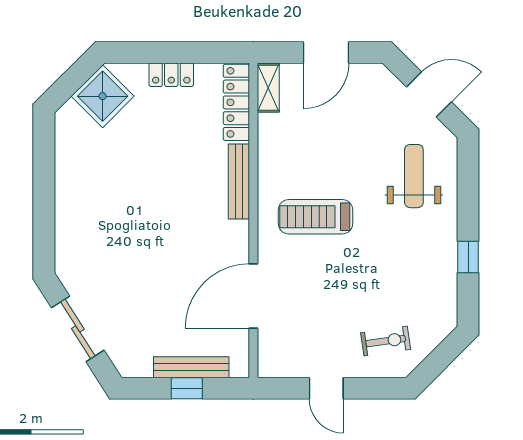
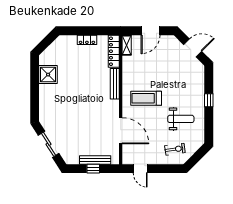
shower: (103, 96) -> (48, 75), moved, turned 45
weight bench: (414, 176) -> (181, 119), moved, turned 90
window: (468, 257) -> (209, 100), moved
door: (253, 296) -> (121, 131), swing flipped
door: (326, 388) -> (140, 169), moved

